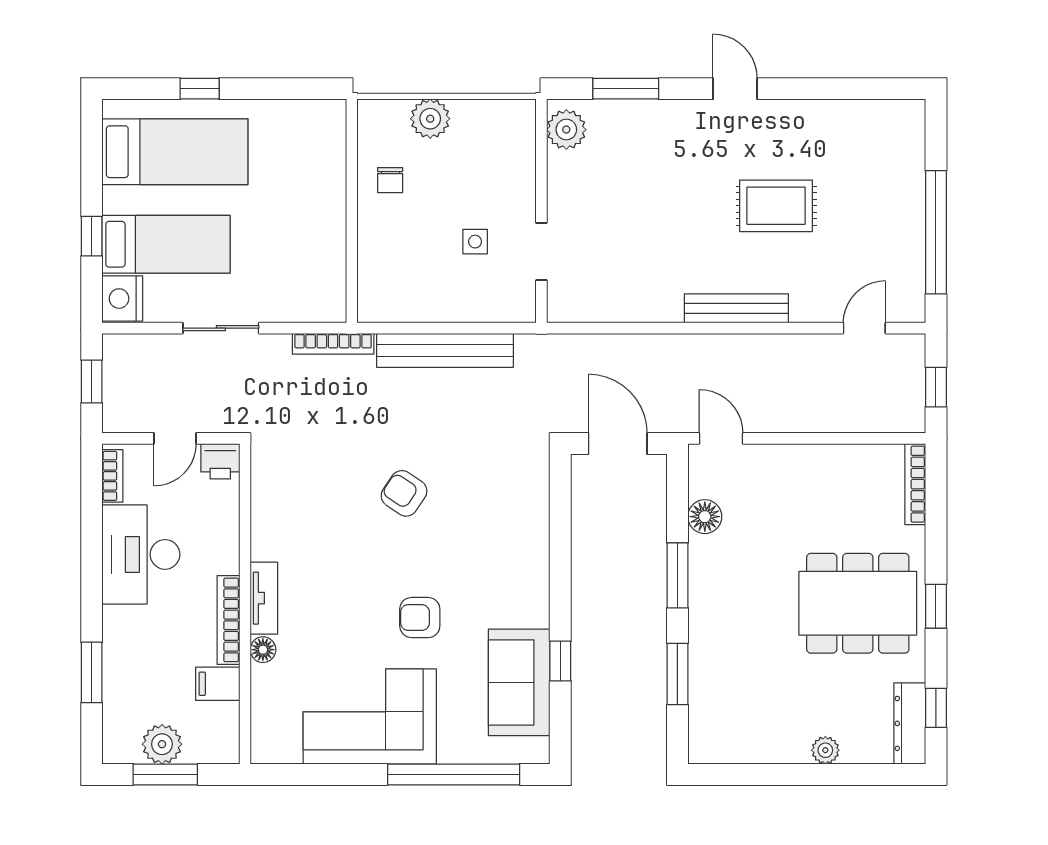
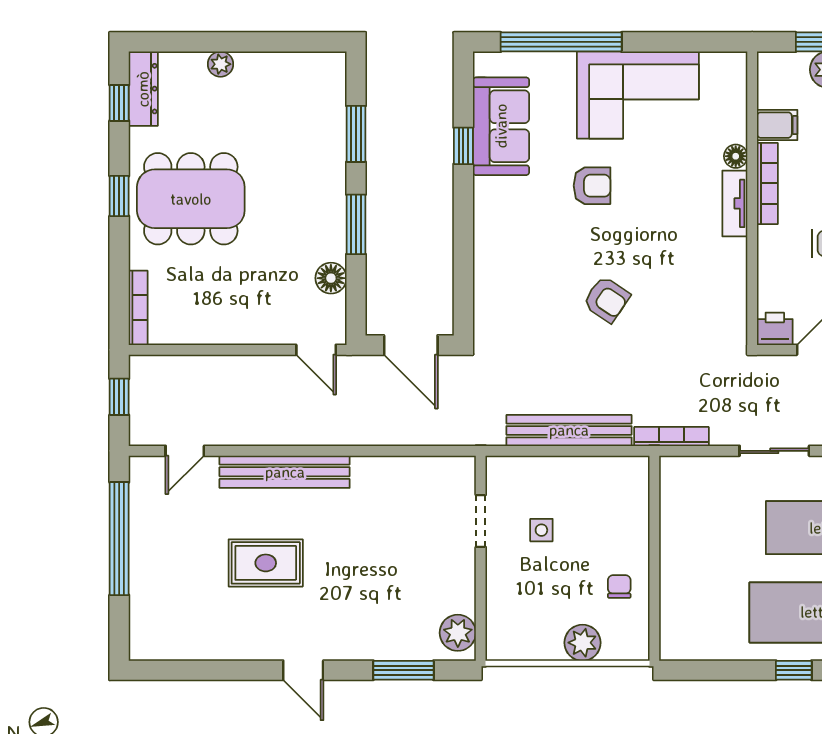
bench: (736, 308) -> (285, 472), width x1.37, depth x1.21

